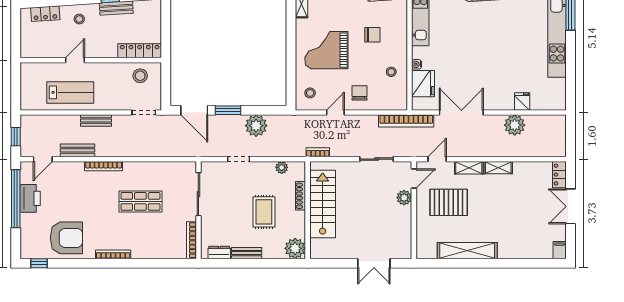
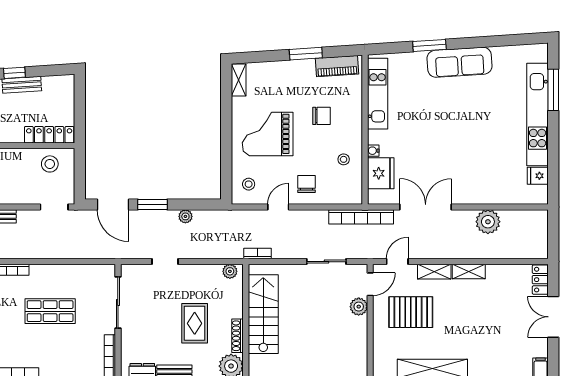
fridge: (522, 101) -> (538, 176), moved, turned -90
plant: (256, 126) -> (185, 216), width x0.53, depth x0.53
plant: (282, 167) -> (230, 271), moved
shoe rack: (301, 196) -> (237, 336), moved

